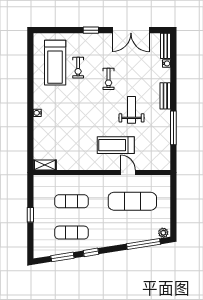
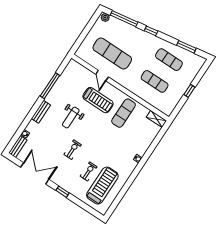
exercise mat: (82, 149) -> (124, 113), added
window: (91, 252) -> (151, 31), moved

